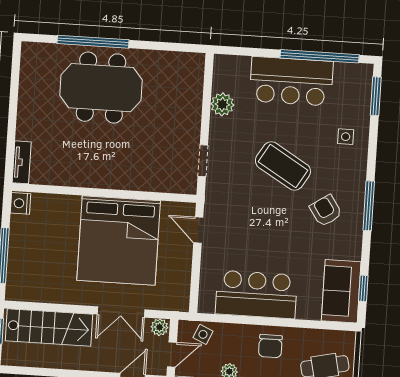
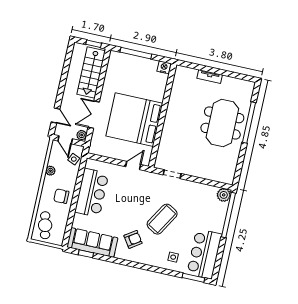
window: (320, 56) -> (229, 215), moved
bar counter: (291, 81) -> (204, 254), moved
plant: (222, 104) -> (224, 195), moved
tv unit: (22, 162) -> (210, 77), moved
window: (369, 206) -> (132, 264), removed
sofa: (341, 291) -> (92, 242), width x1.36

